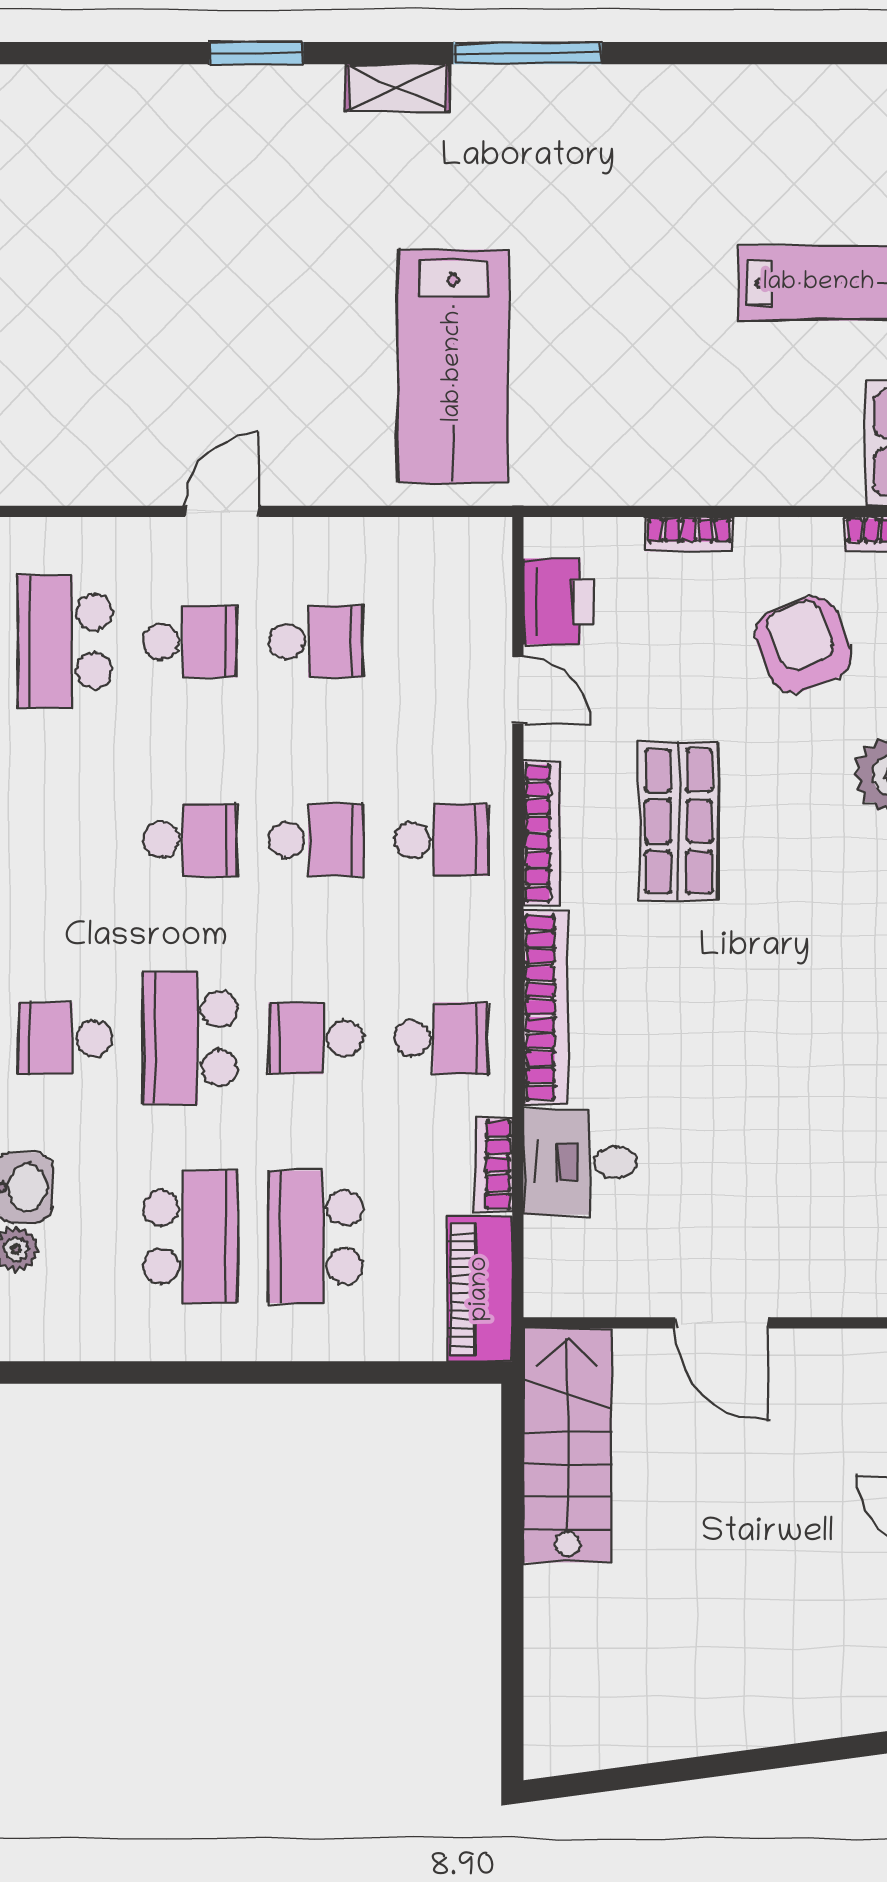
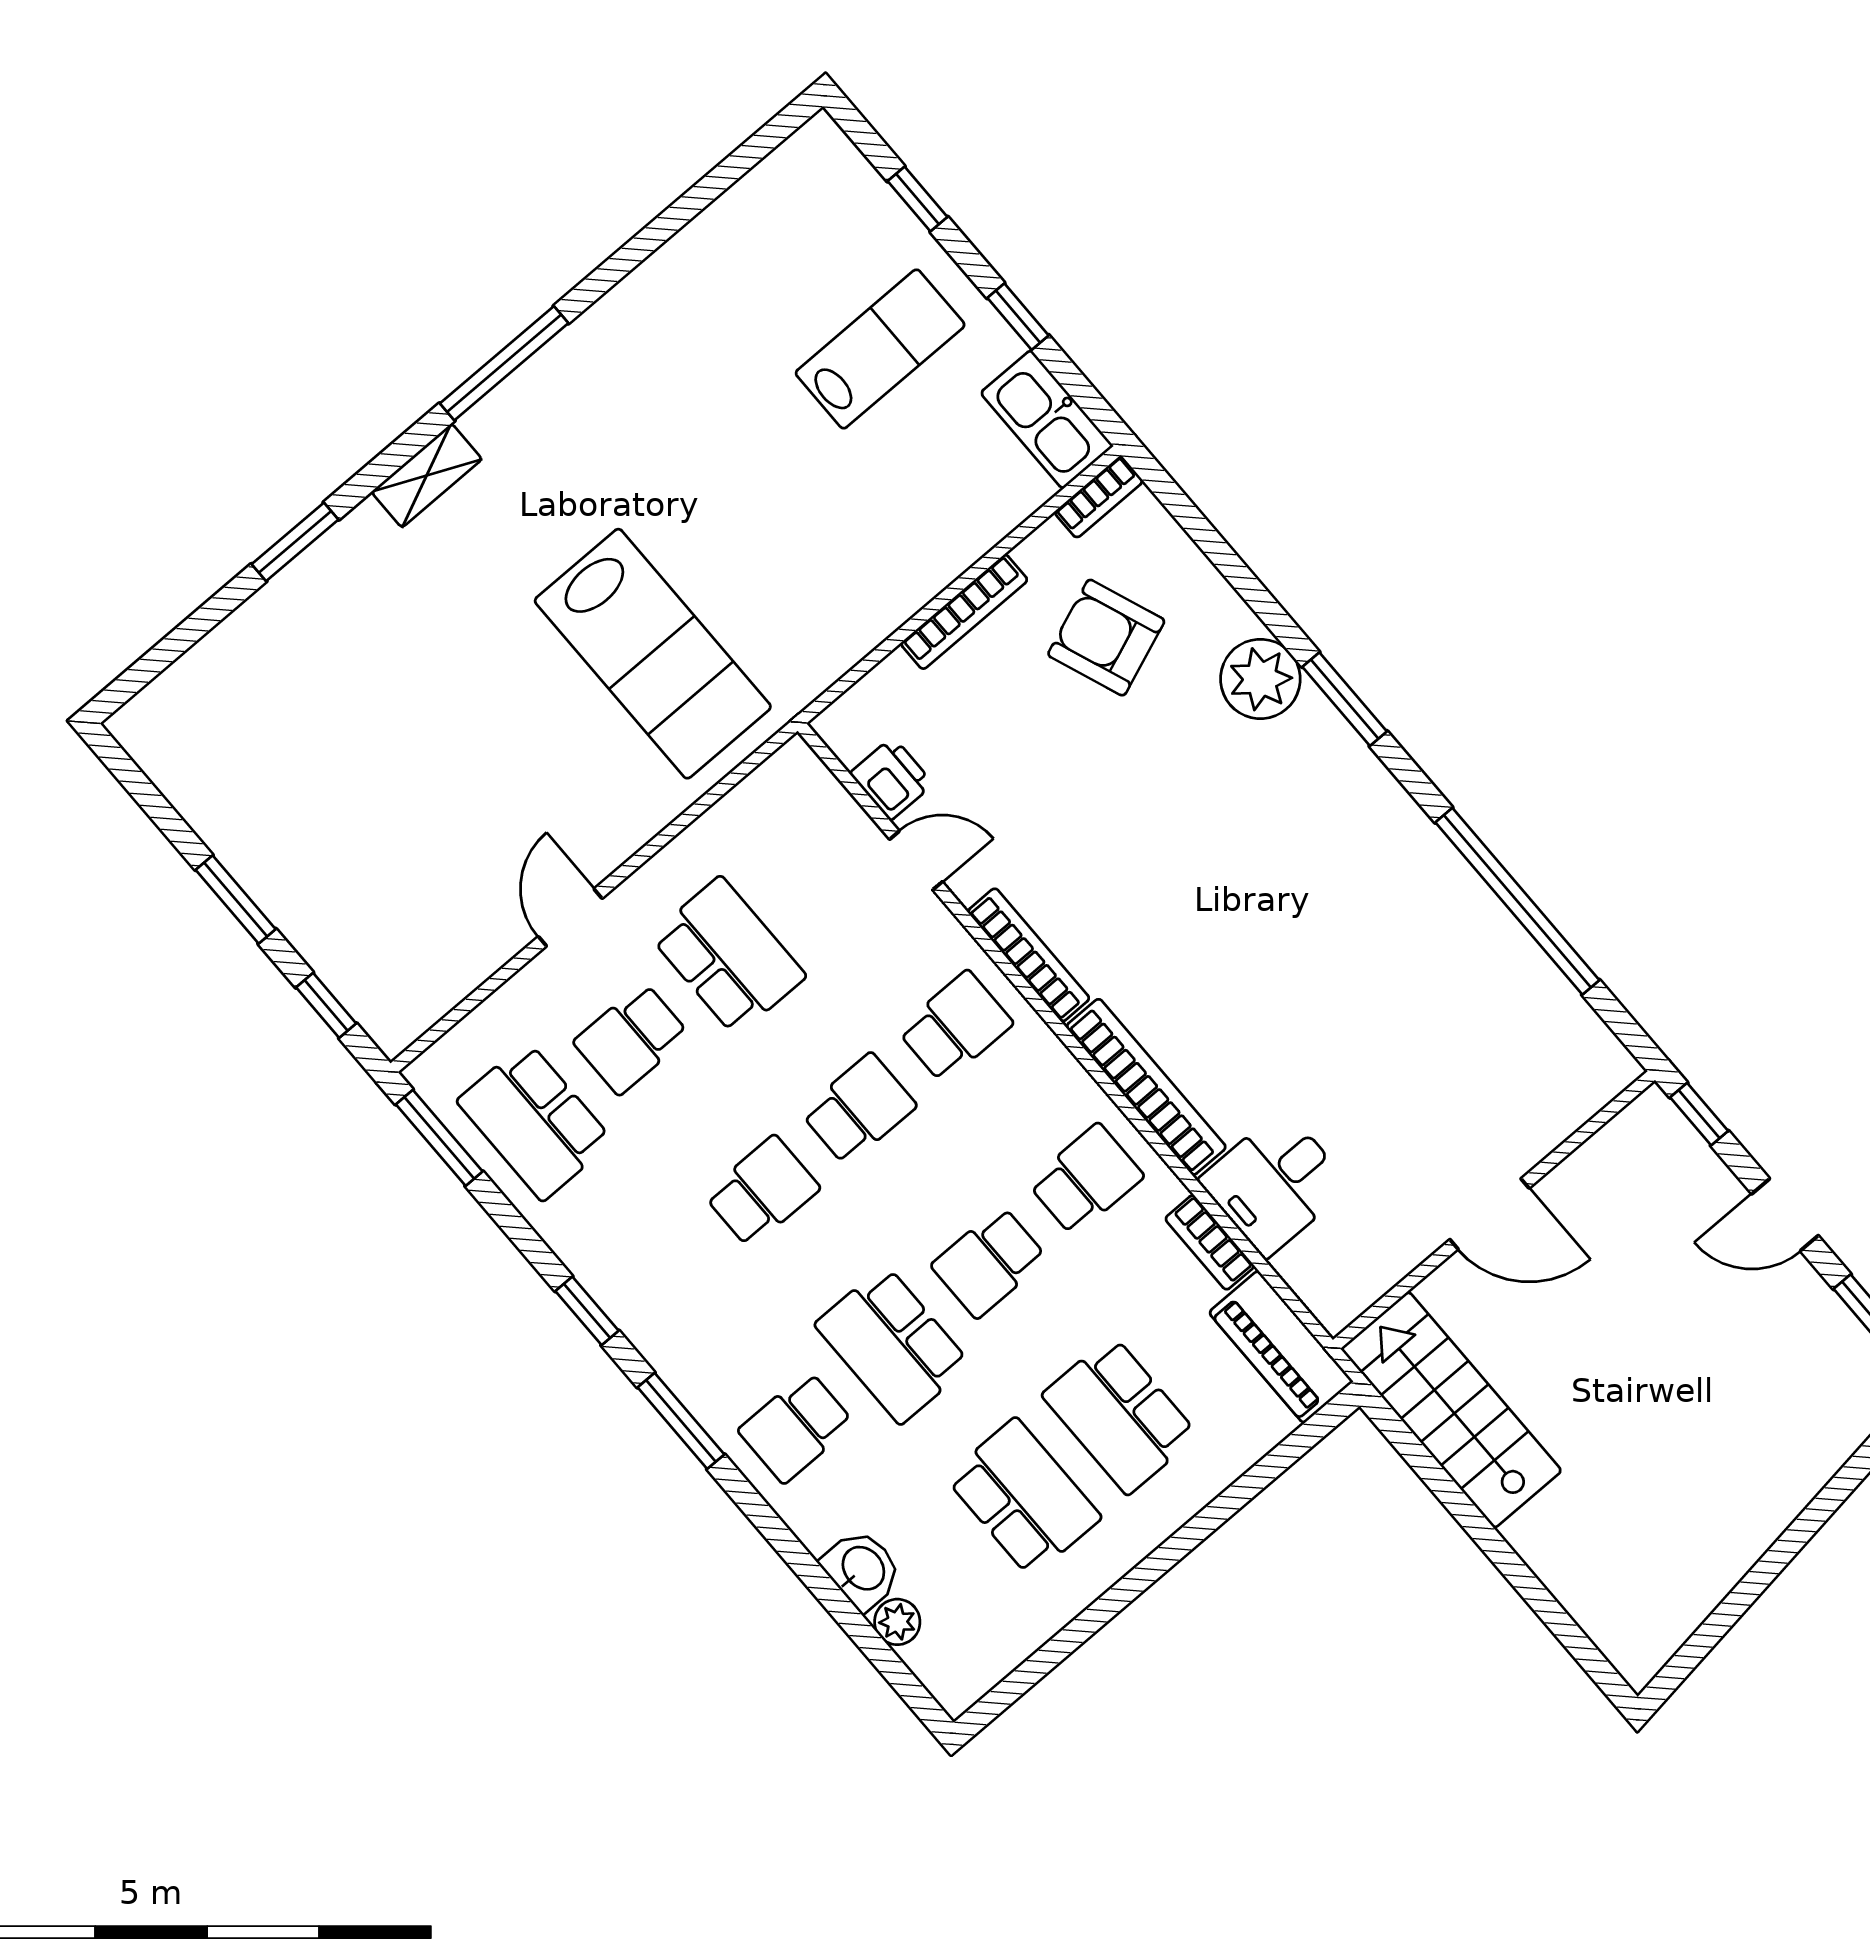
bookcase: (689, 534) -> (964, 612), width x1.56
printer: (559, 602) -> (891, 779), width x0.73, depth x0.81
school desk: (190, 641) -> (631, 1039), turned 180
school desk: (316, 641) -> (728, 956), width x1.85
shop shelf: (679, 821) -> (1126, 856), removed

